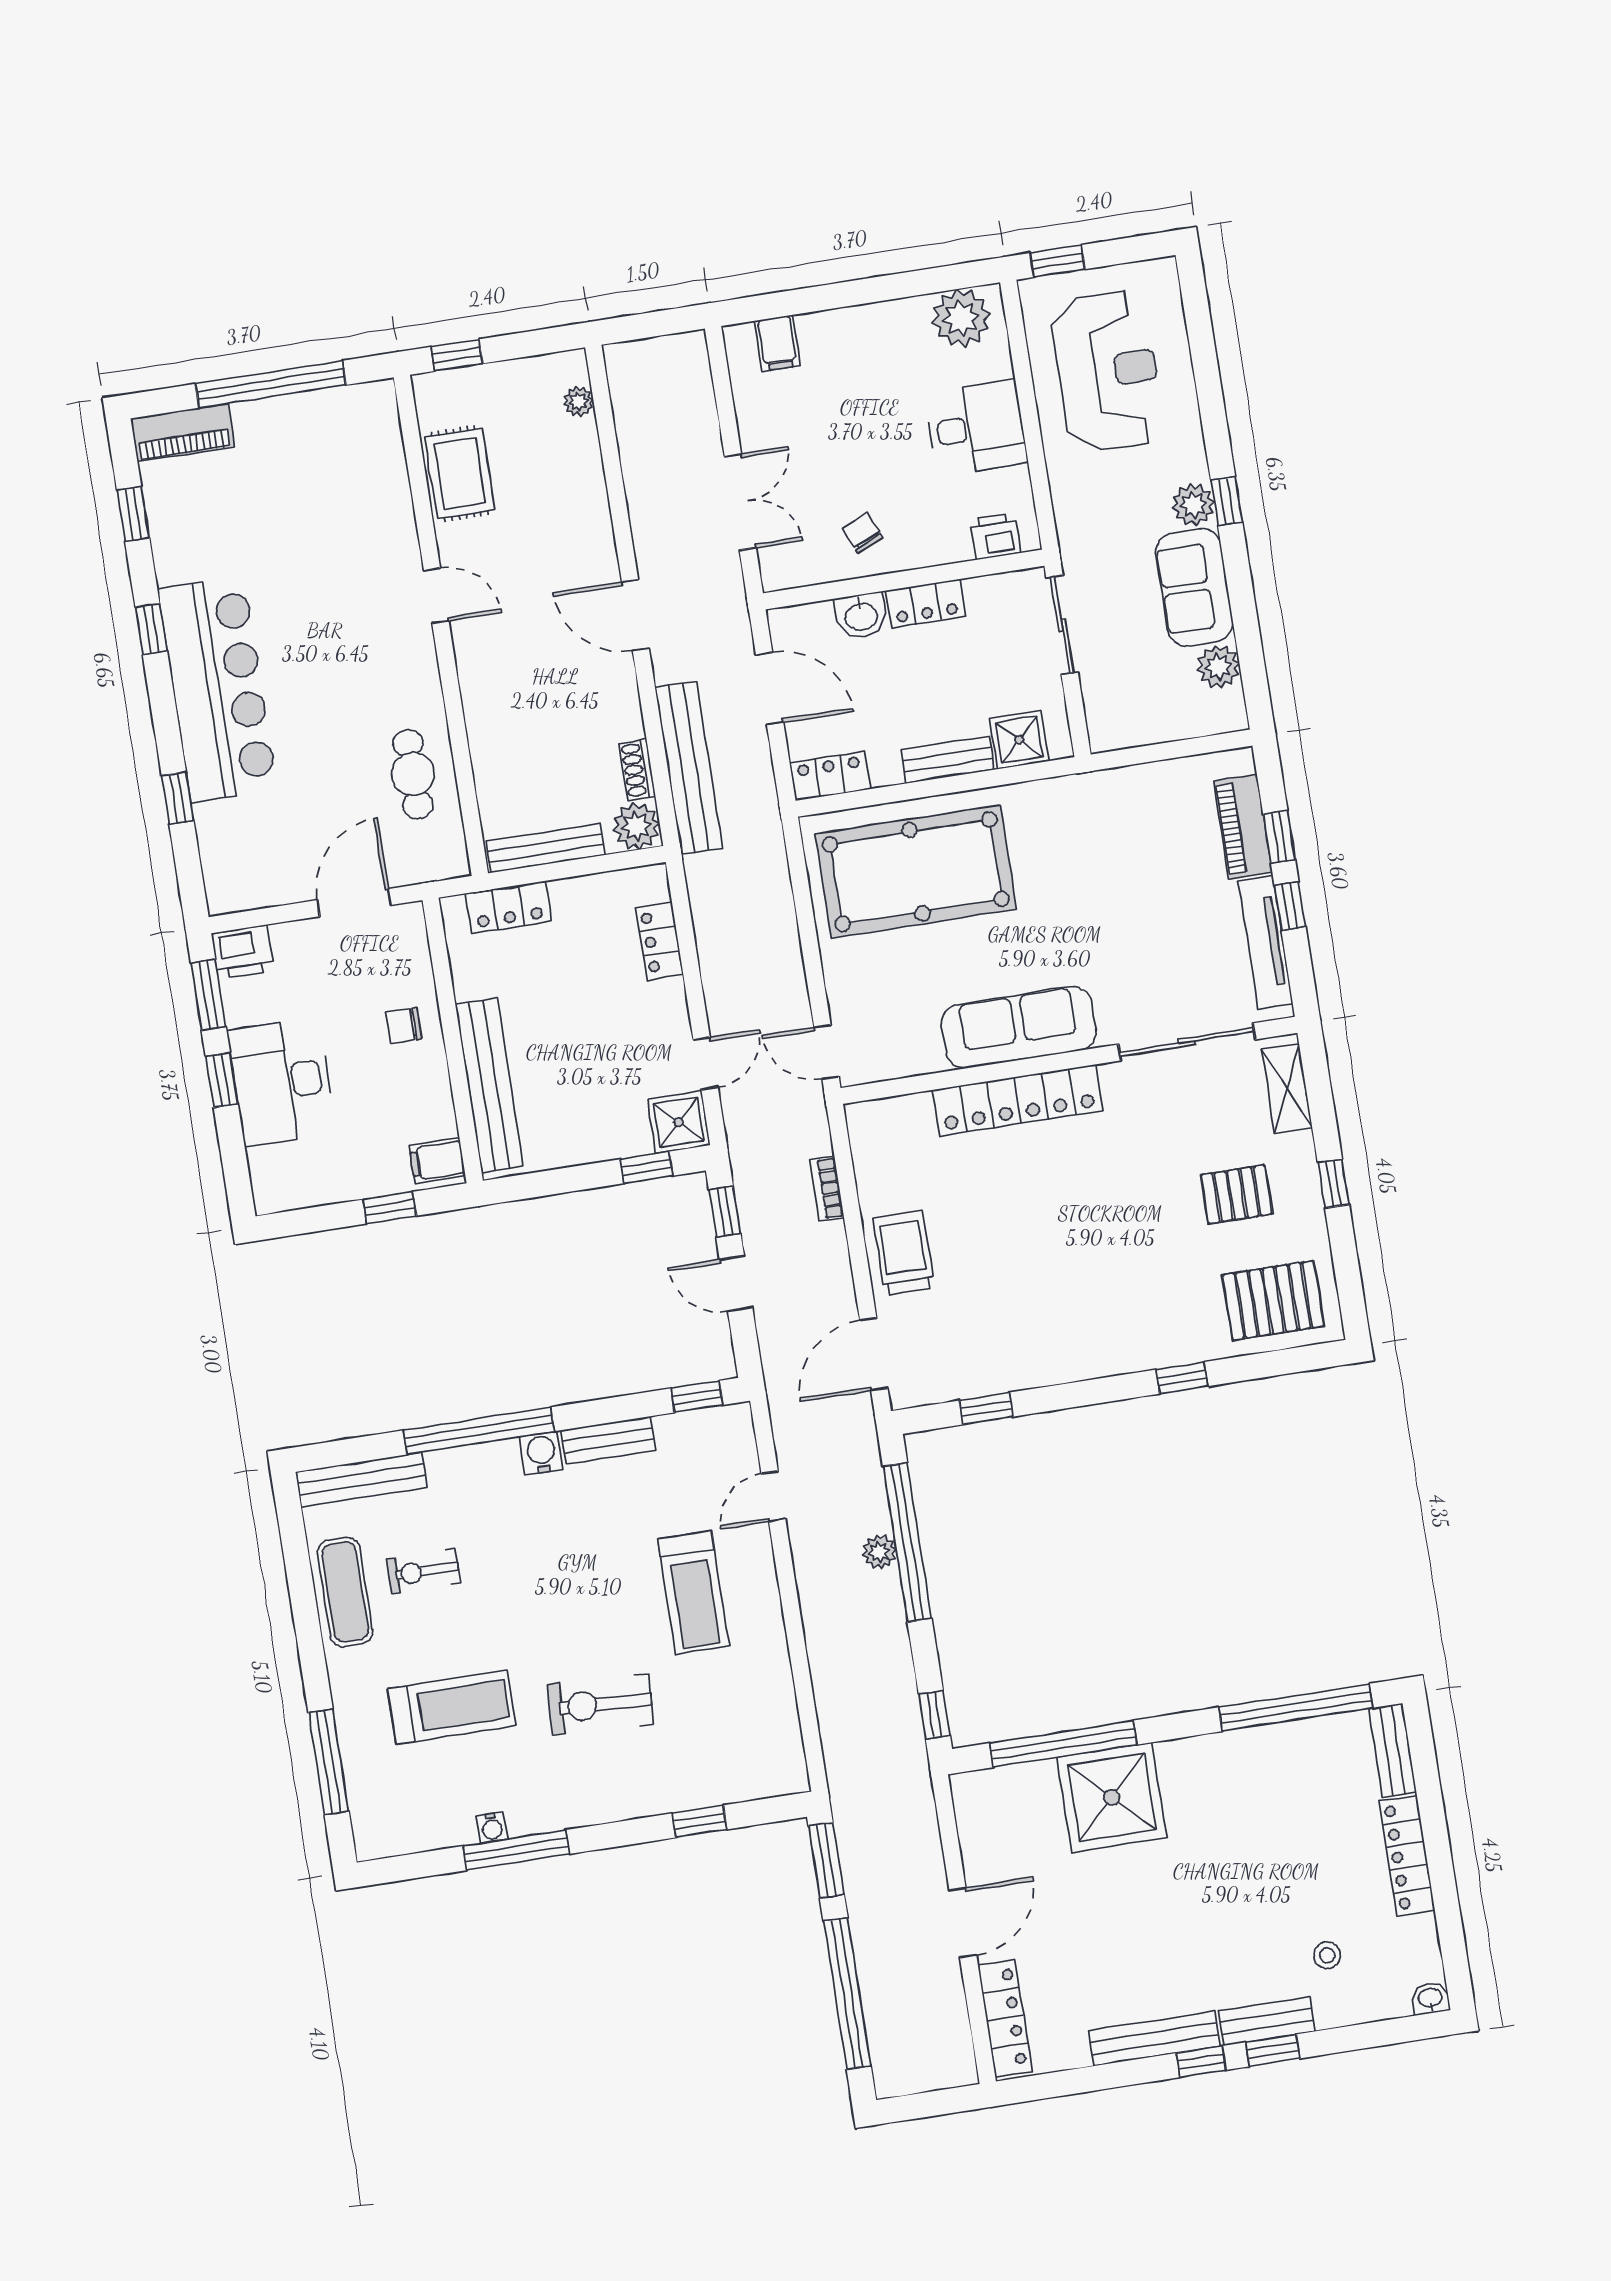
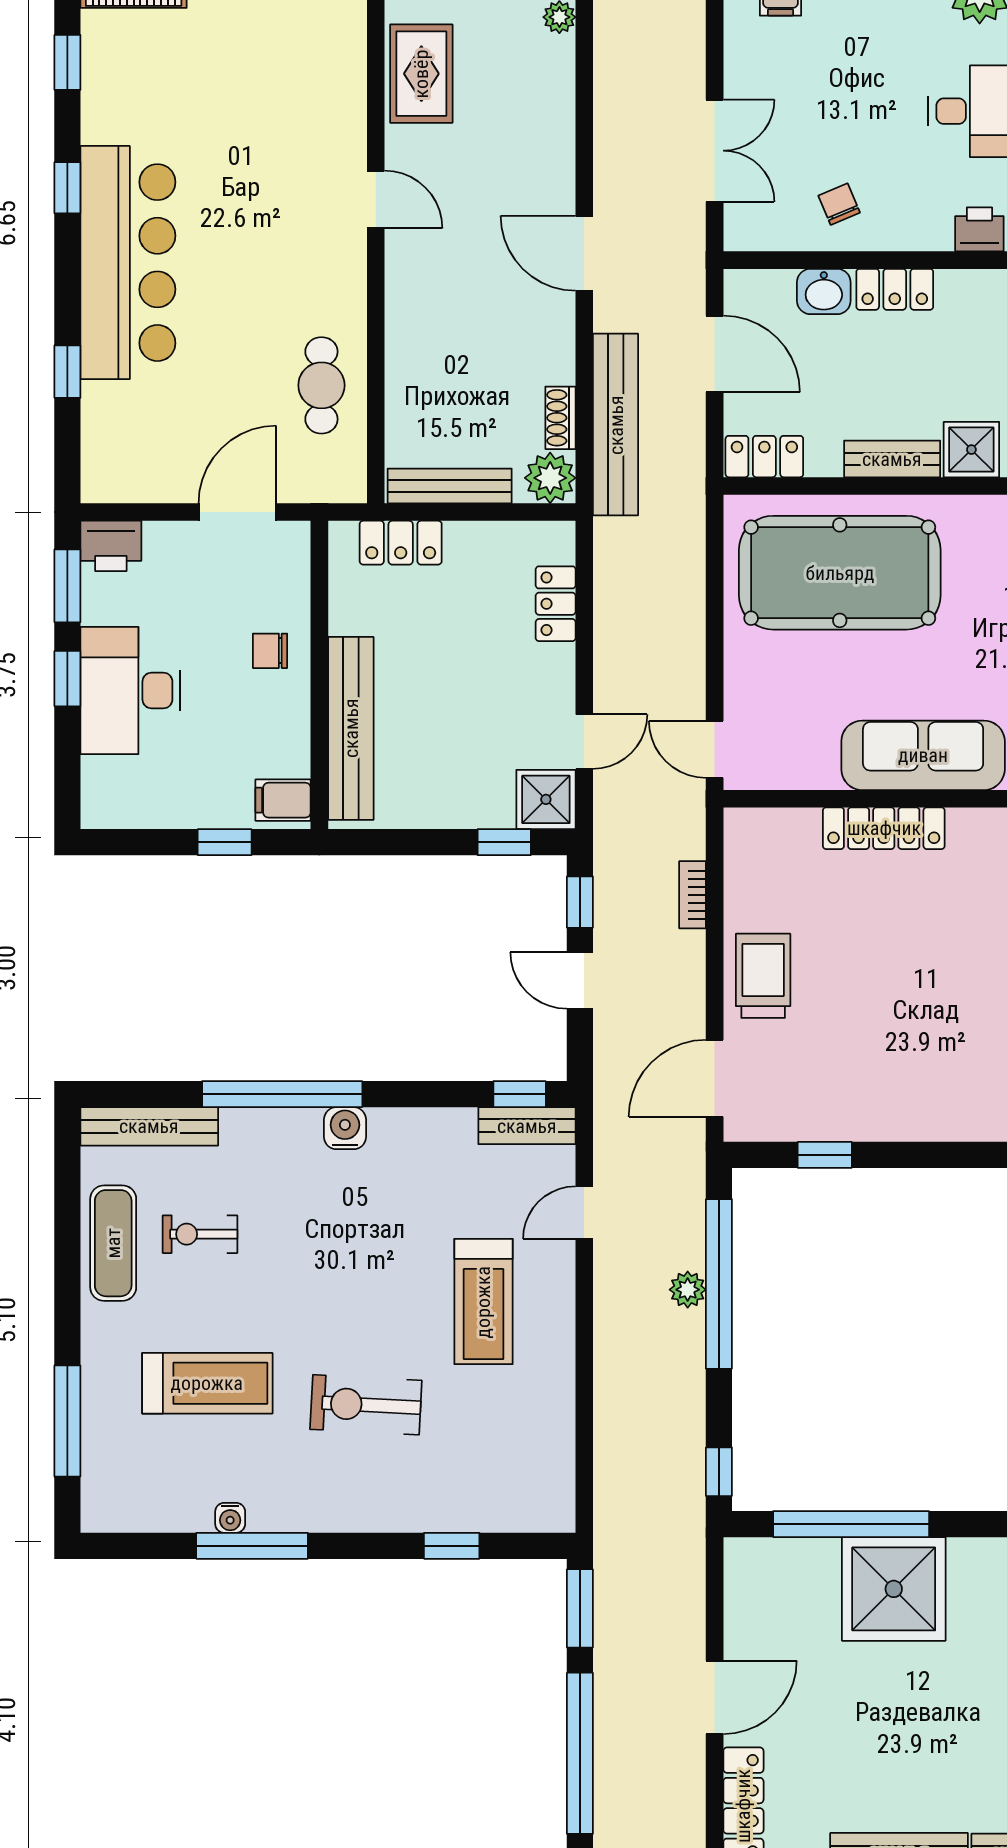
locker: (1018, 1100) -> (884, 828), width x0.71, depth x0.83
bench: (608, 1440) -> (527, 1126), moved

